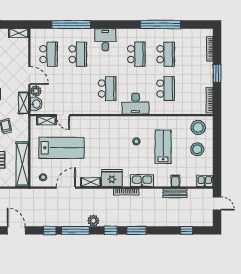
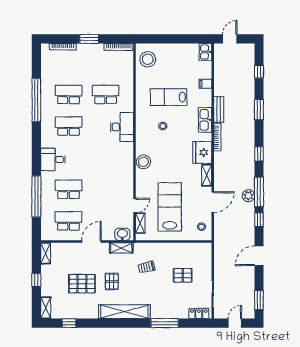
school desk: (107, 89) -> (106, 158), removed
plant: (36, 91) -> (108, 235), removed
stool: (197, 149) -> (143, 162), moved
shelving: (22, 164) -> (187, 249), removed
door: (66, 188) -> (213, 202), swing flipped
bench: (175, 193) -> (219, 109), moved
plant: (93, 221) -> (248, 196), moved
window: (137, 230) -> (259, 110), moved

